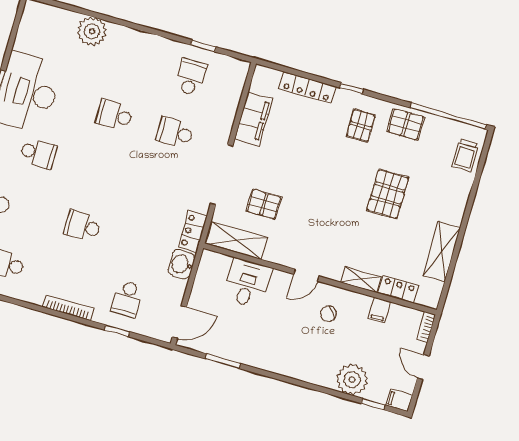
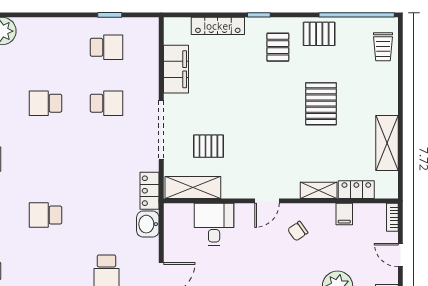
school desk: (191, 77) -> (106, 47), turned 90
school desk: (175, 133) -> (106, 103), turned 180

